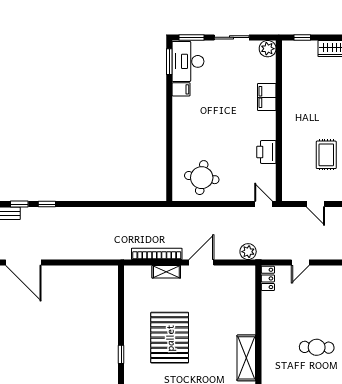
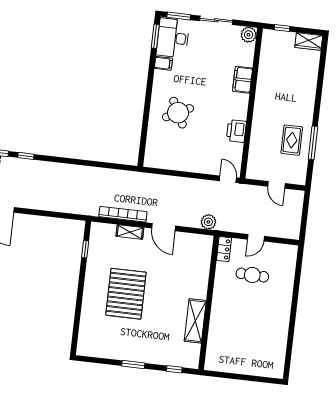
round table: (202, 178) -> (178, 113), moved, turned -36
door: (201, 263) -> (164, 227), swing flipped
cafe table: (317, 347) -> (252, 275), moved
window: (121, 354) -> (85, 249), moved

